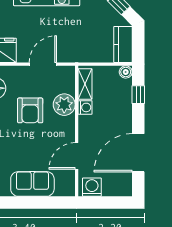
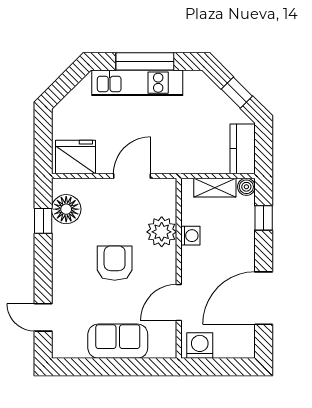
shelving: (85, 84) -> (215, 188), moved, turned 90
armchair: (30, 110) -> (115, 263), moved, turned 180

